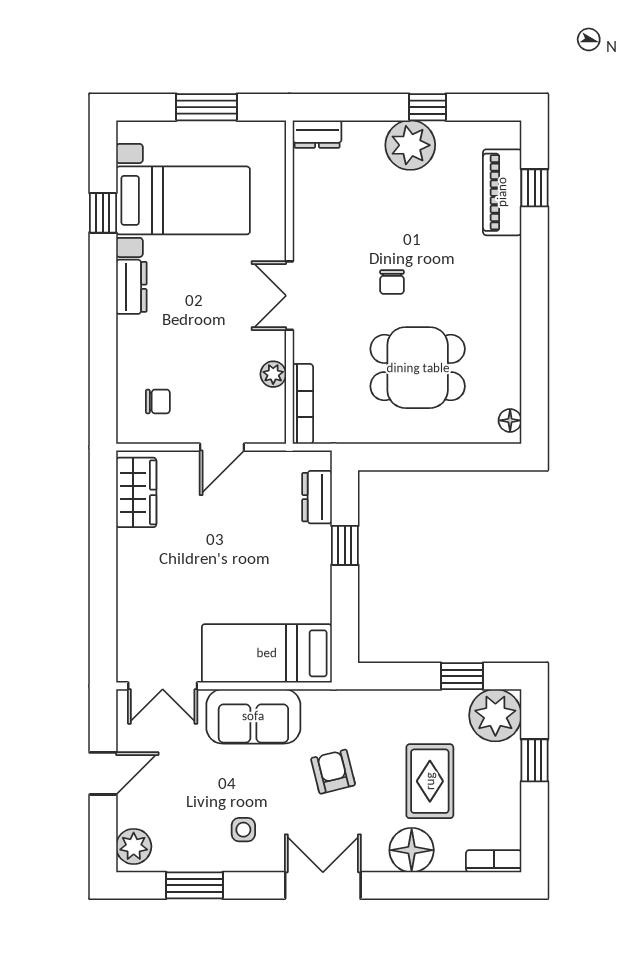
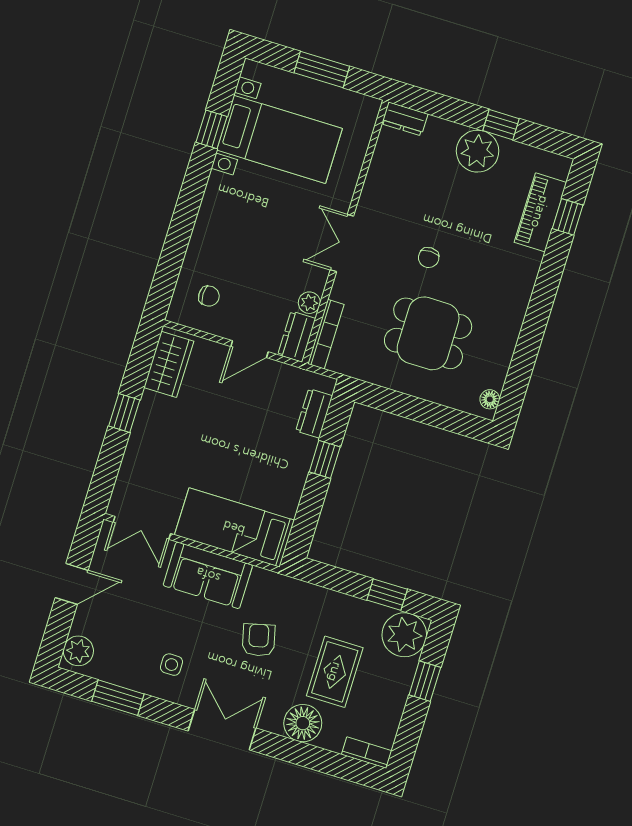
dresser: (131, 287) -> (297, 337), moved, turned 180
window: (103, 562) -> (124, 413), added

